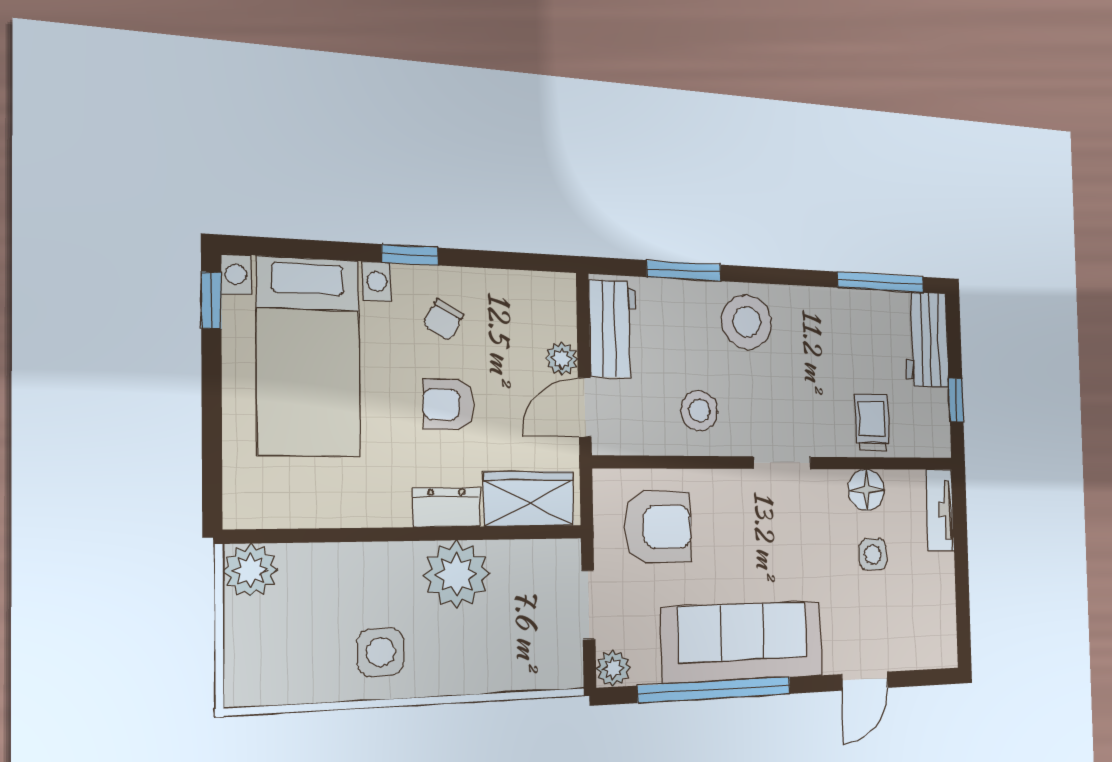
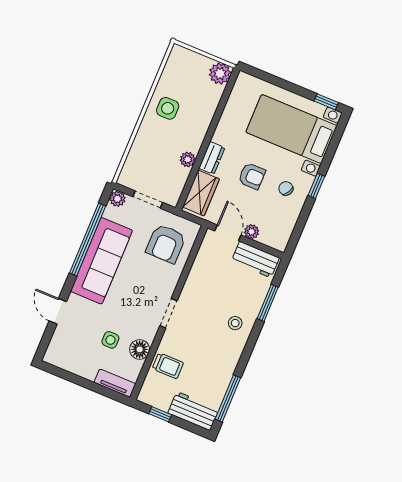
stool: (747, 322) -> (235, 323), width x0.53, depth x0.53
armchair: (448, 404) -> (252, 176), turned 90
stool: (699, 411) -> (206, 284), removed
plant: (456, 574) -> (188, 159), width x0.53, depth x0.53

